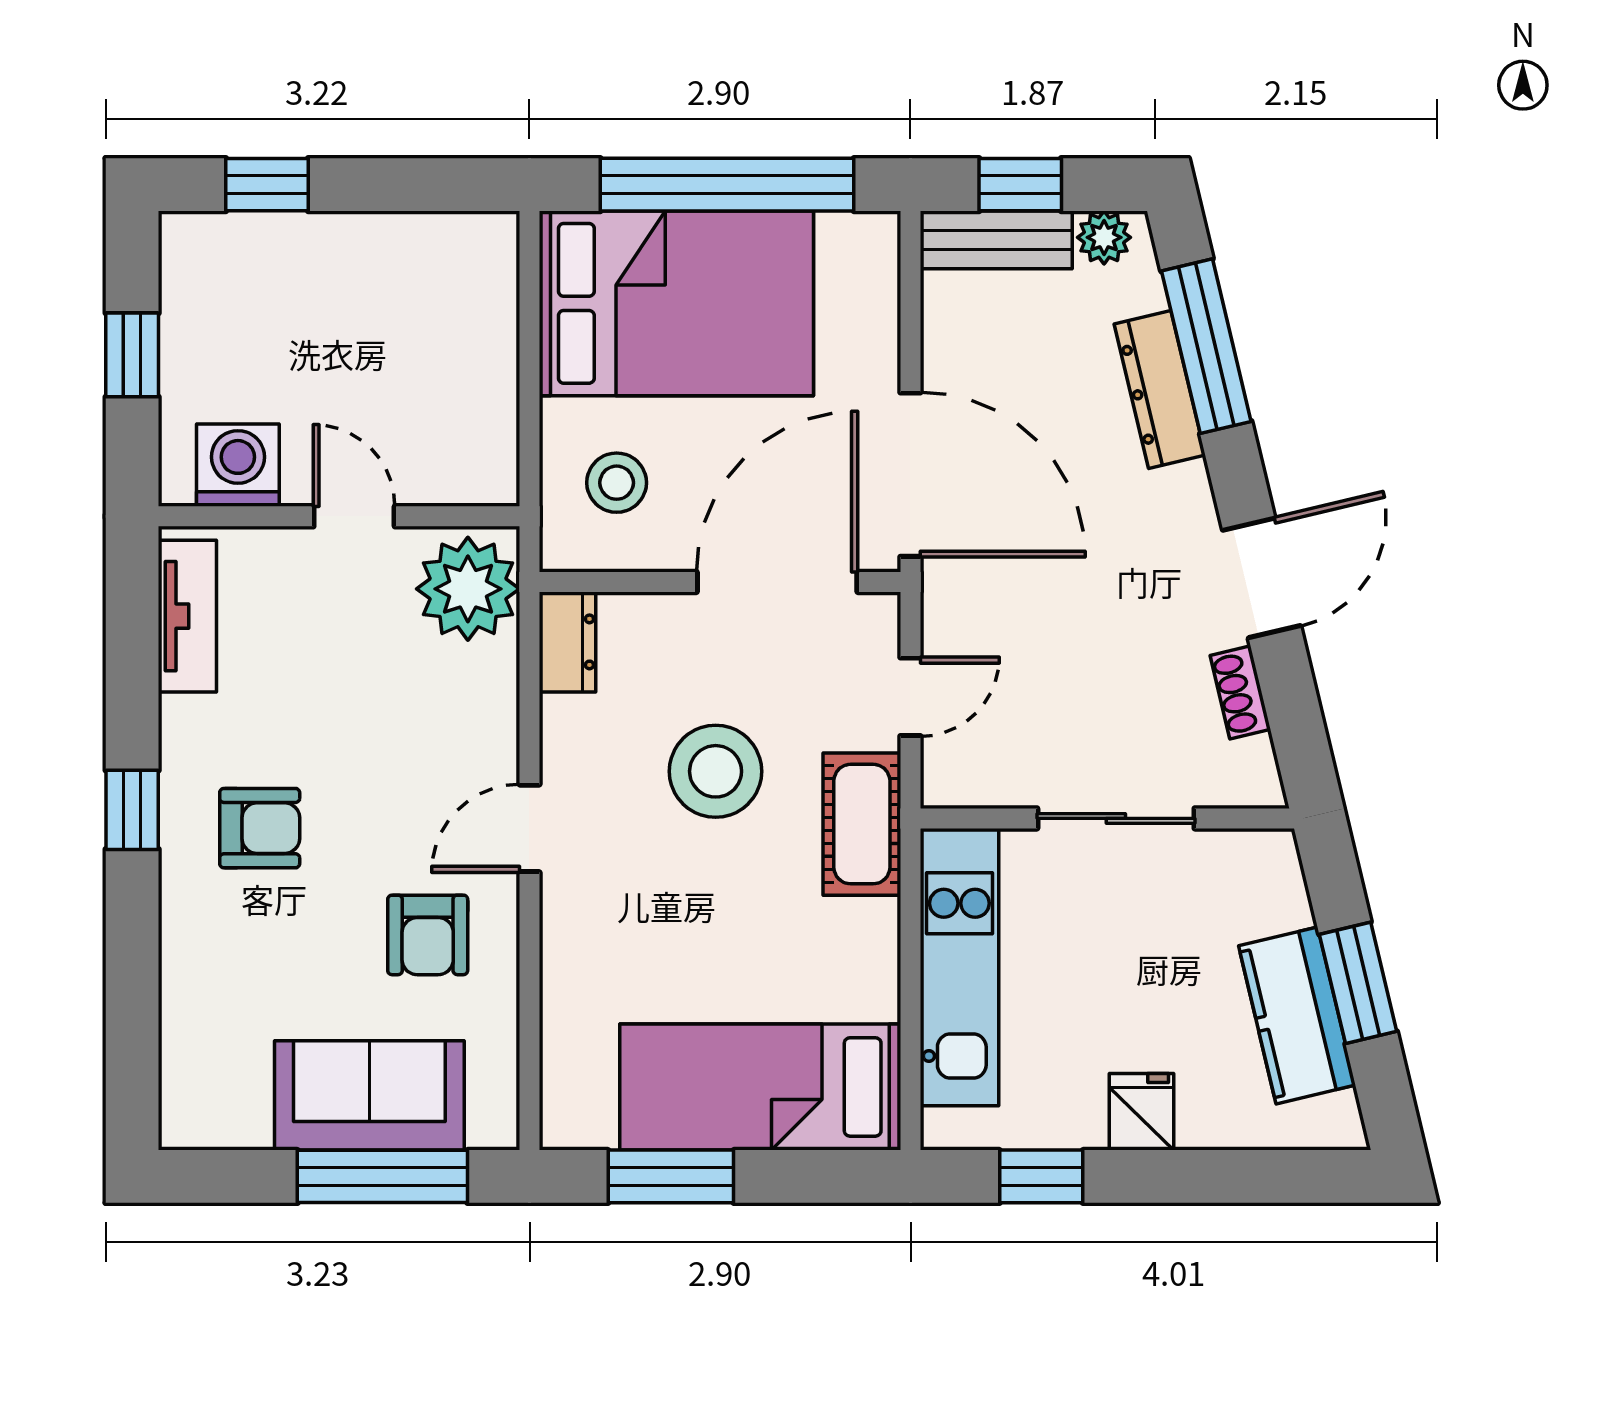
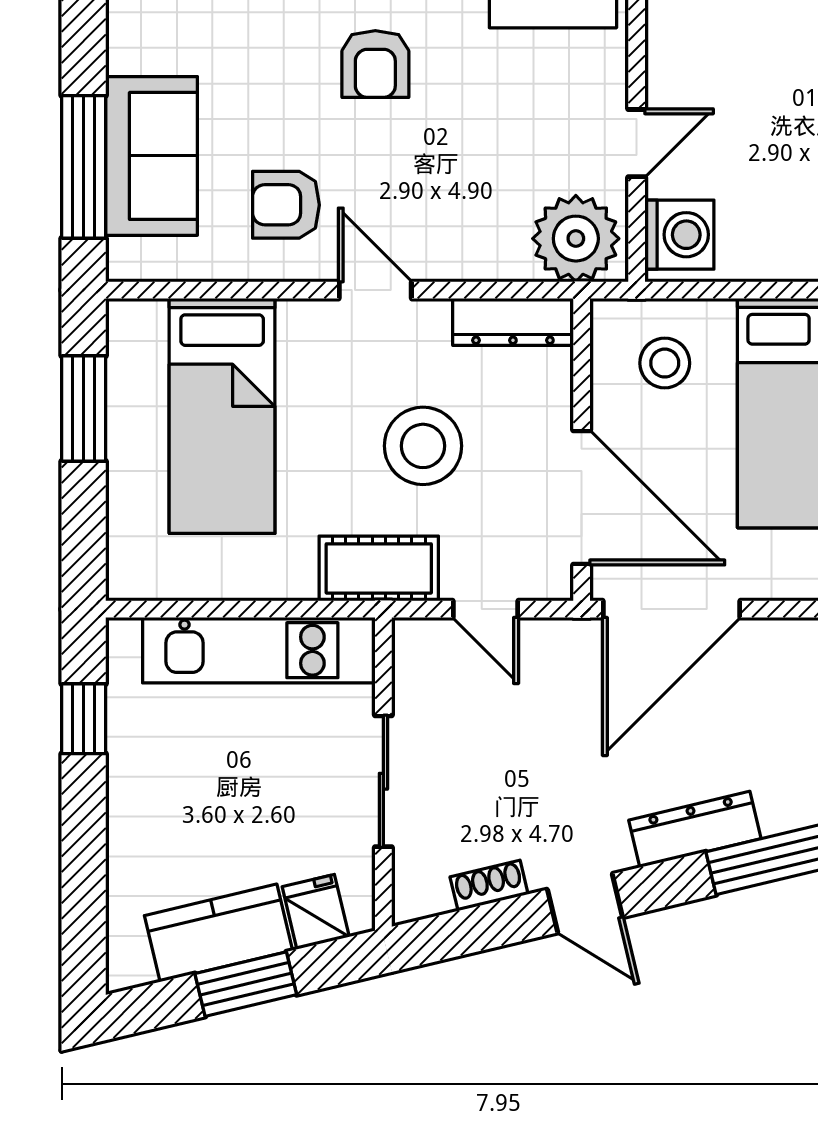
dresser: (1160, 390) -> (695, 829), moved
washing machine: (238, 465) -> (679, 235), moved
door: (1262, 578) -> (585, 903), width x0.73
dresser: (568, 642) -> (513, 322), width x1.44
bed: (760, 1087) -> (222, 416), moved, turned 180
fridge: (1141, 1112) -> (316, 912), moved, turned -103

